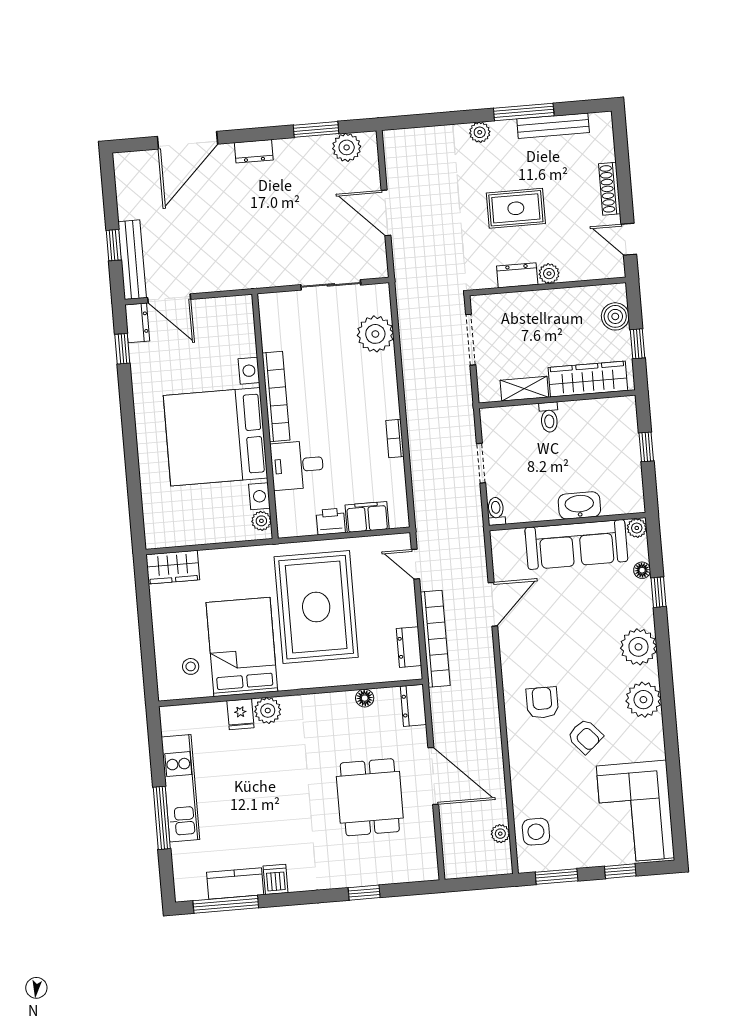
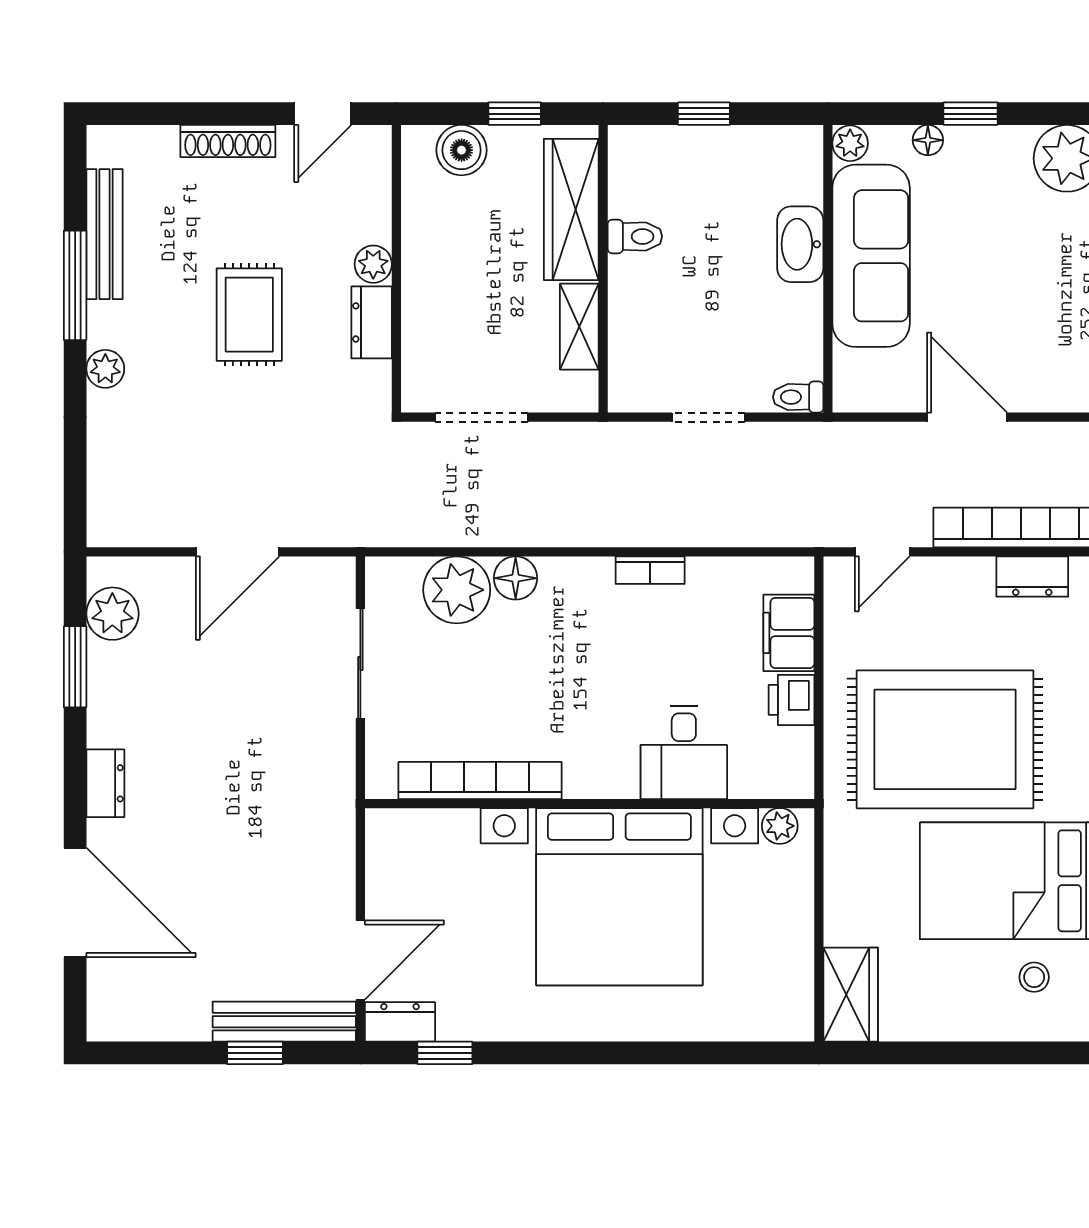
floor lamp: (384, 365) -> (516, 578), added
bookcase: (276, 396) -> (480, 780), moved
toilet: (549, 417) -> (635, 236), moved

